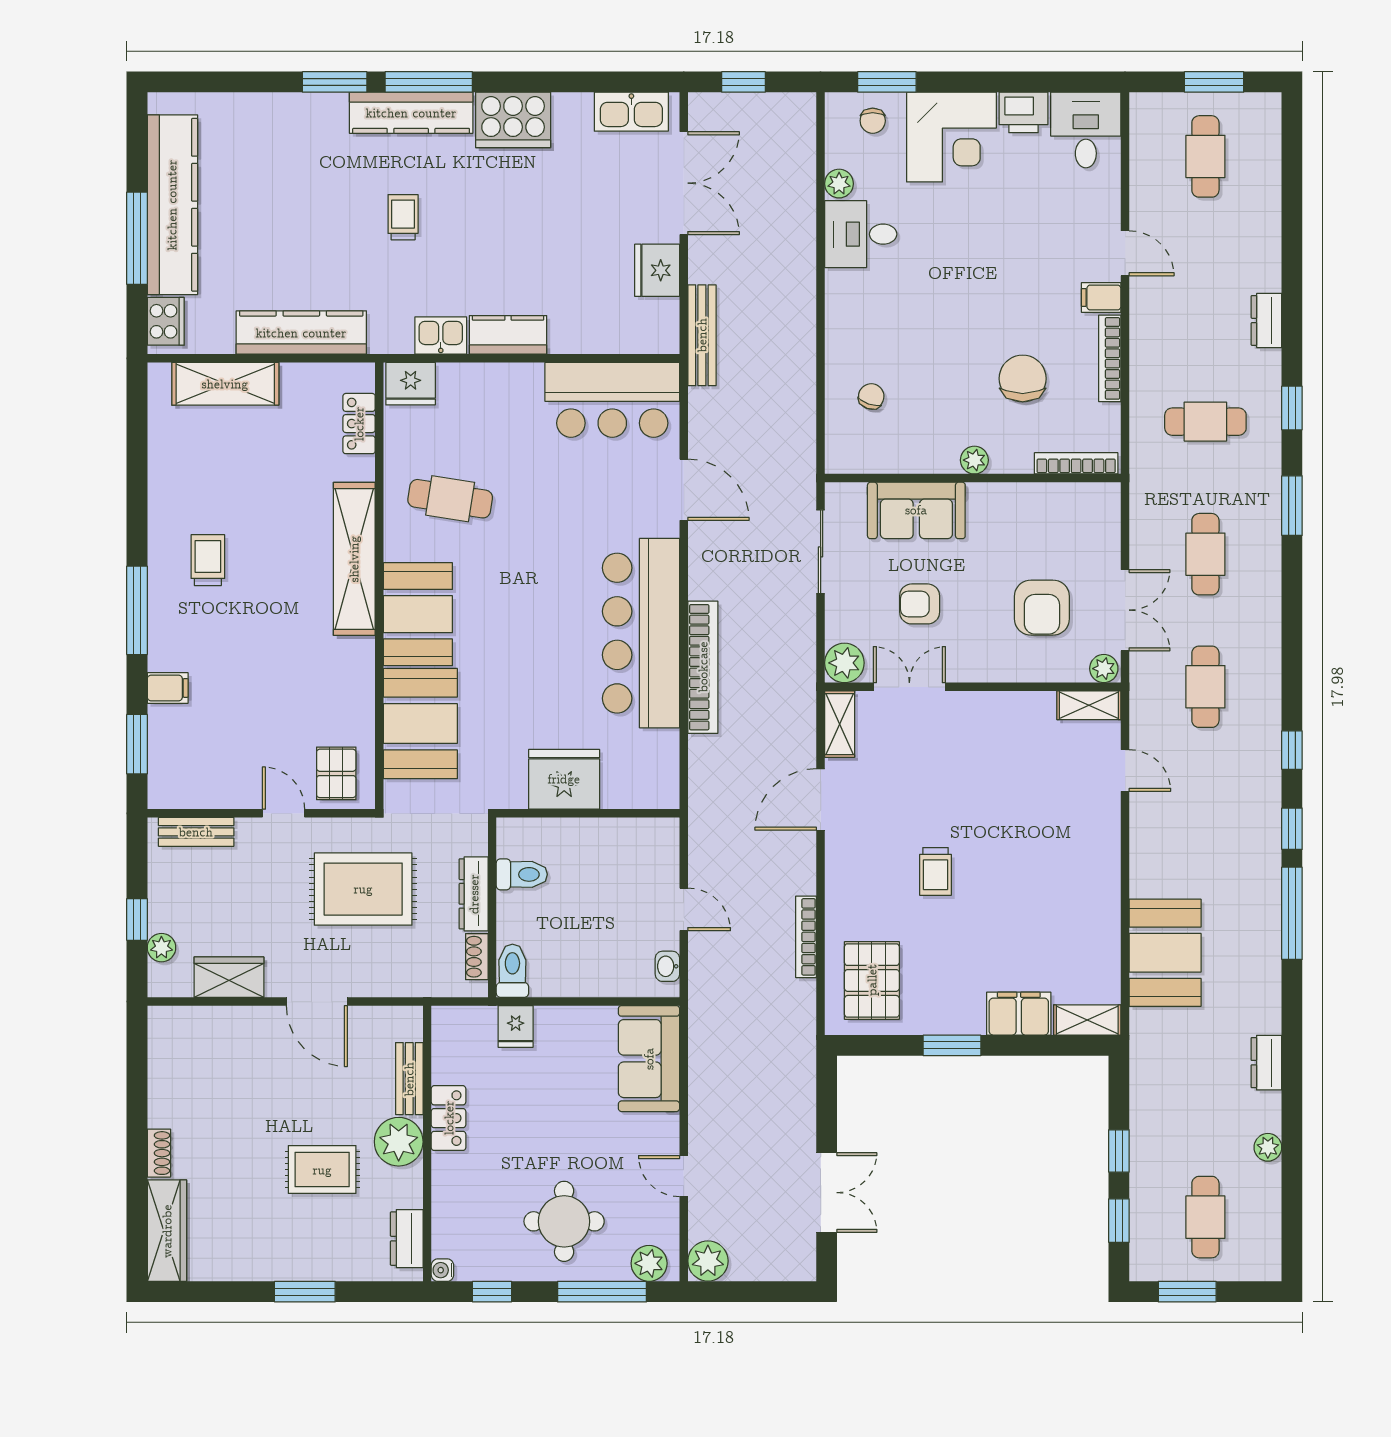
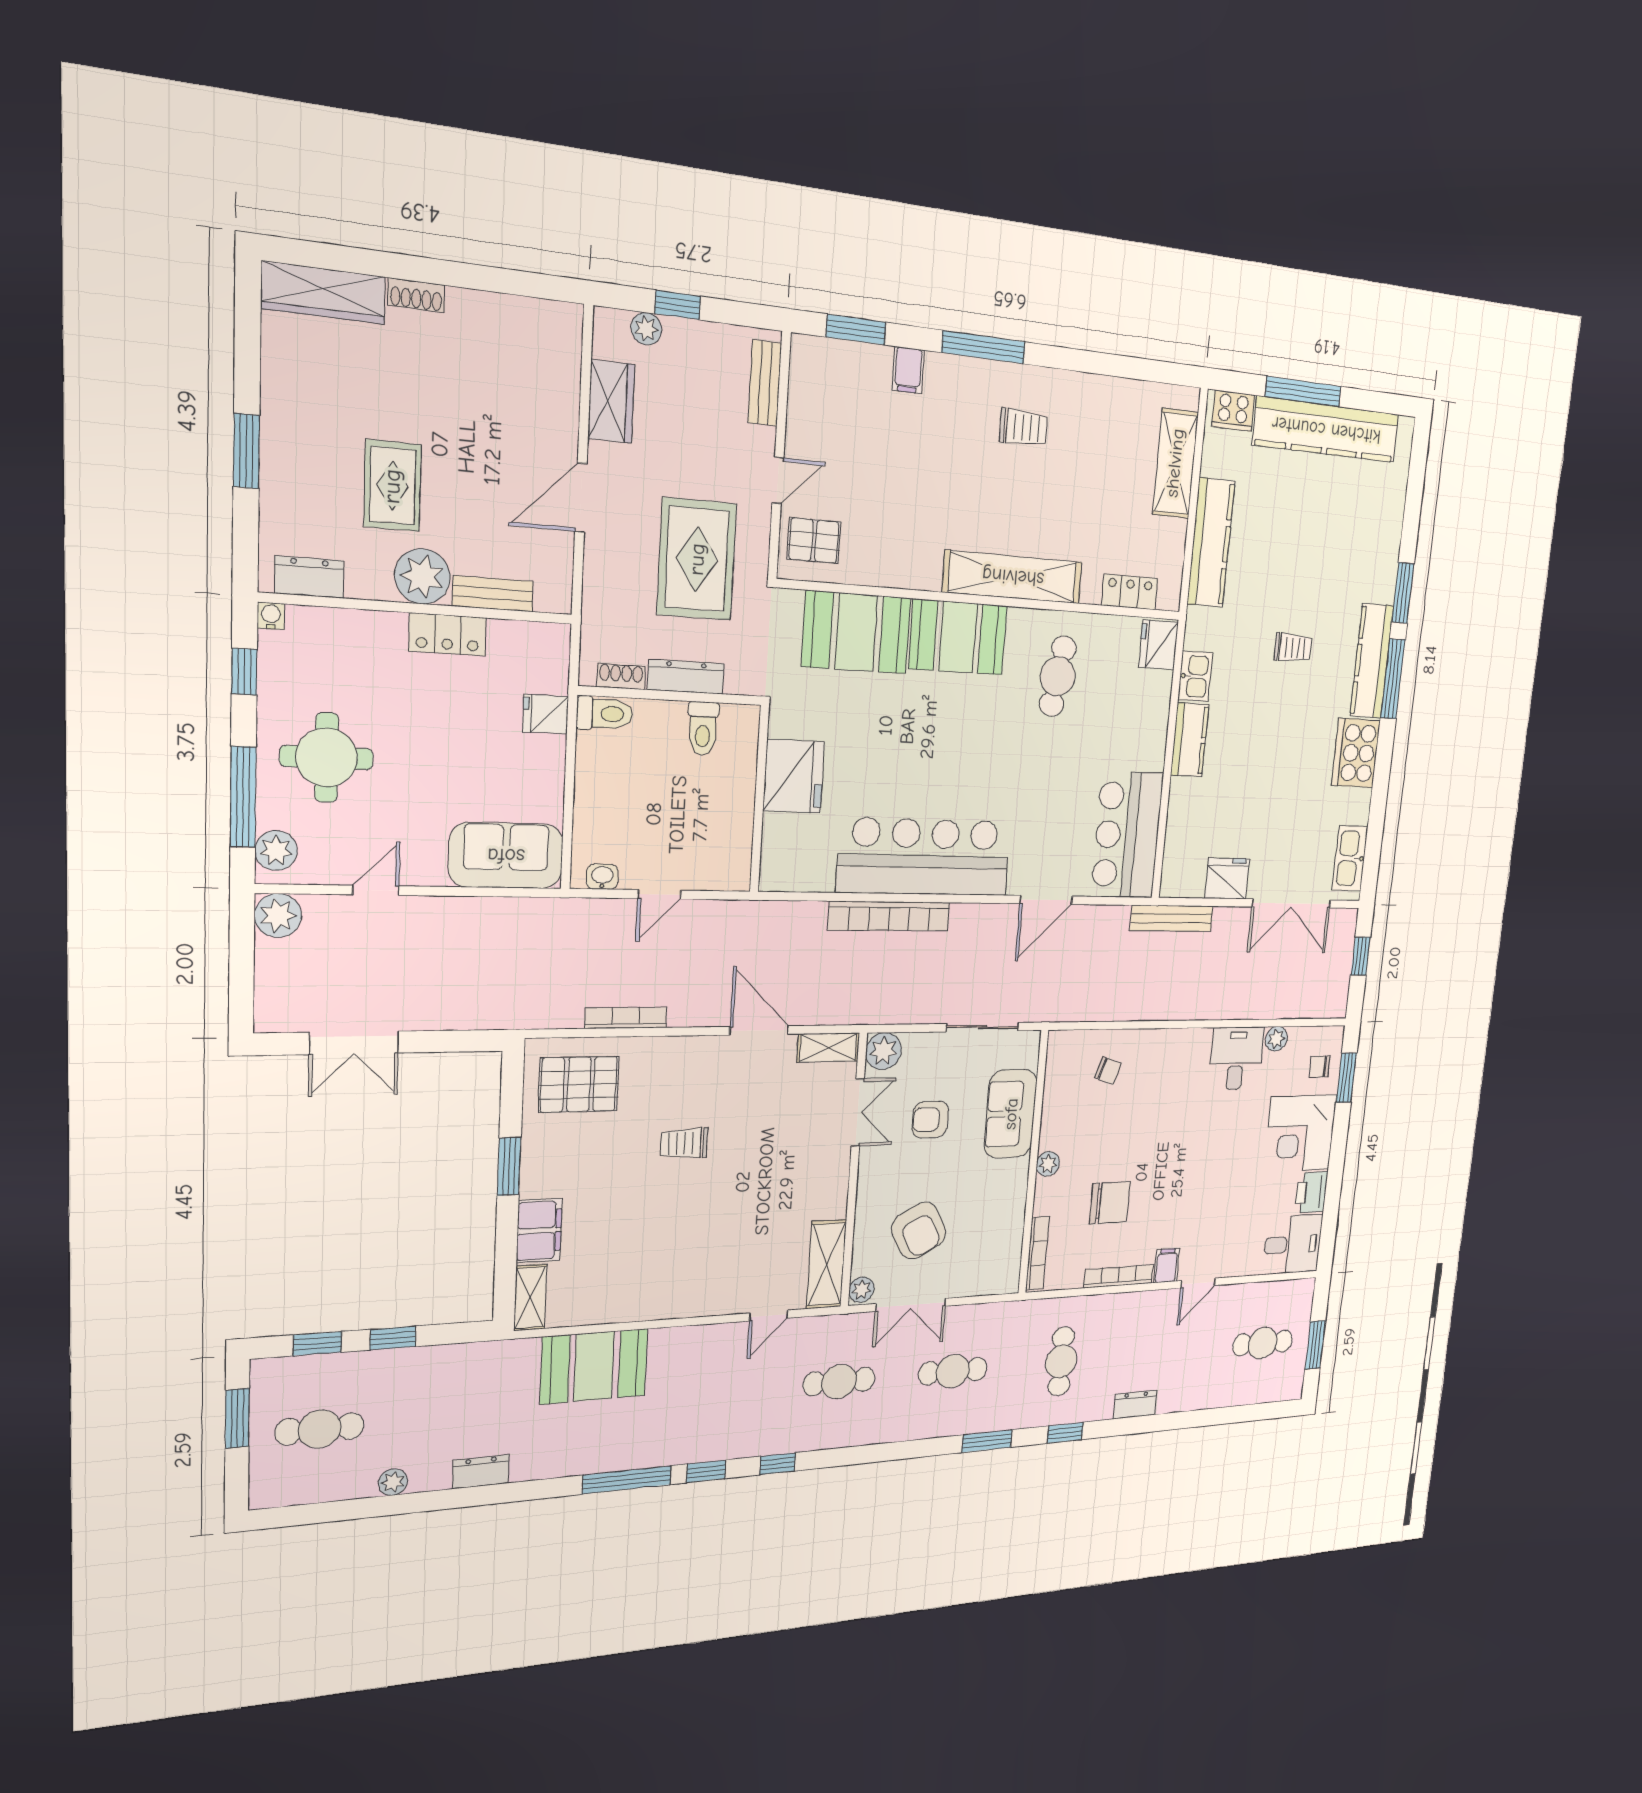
armchair: (920, 604) -> (930, 1119), turned -90
armchair: (1042, 608) -> (919, 1231), turned -118
shelving: (1089, 705) -> (826, 1264), width x1.50, depth x1.33

